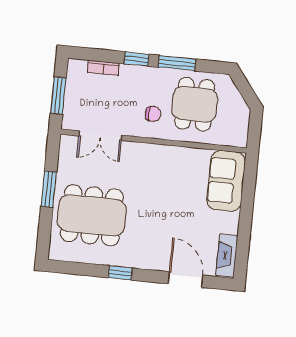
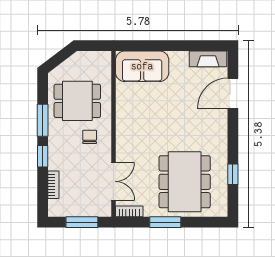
bookcase: (65, 150) -> (129, 211), added
window: (120, 273) -> (233, 174), moved

